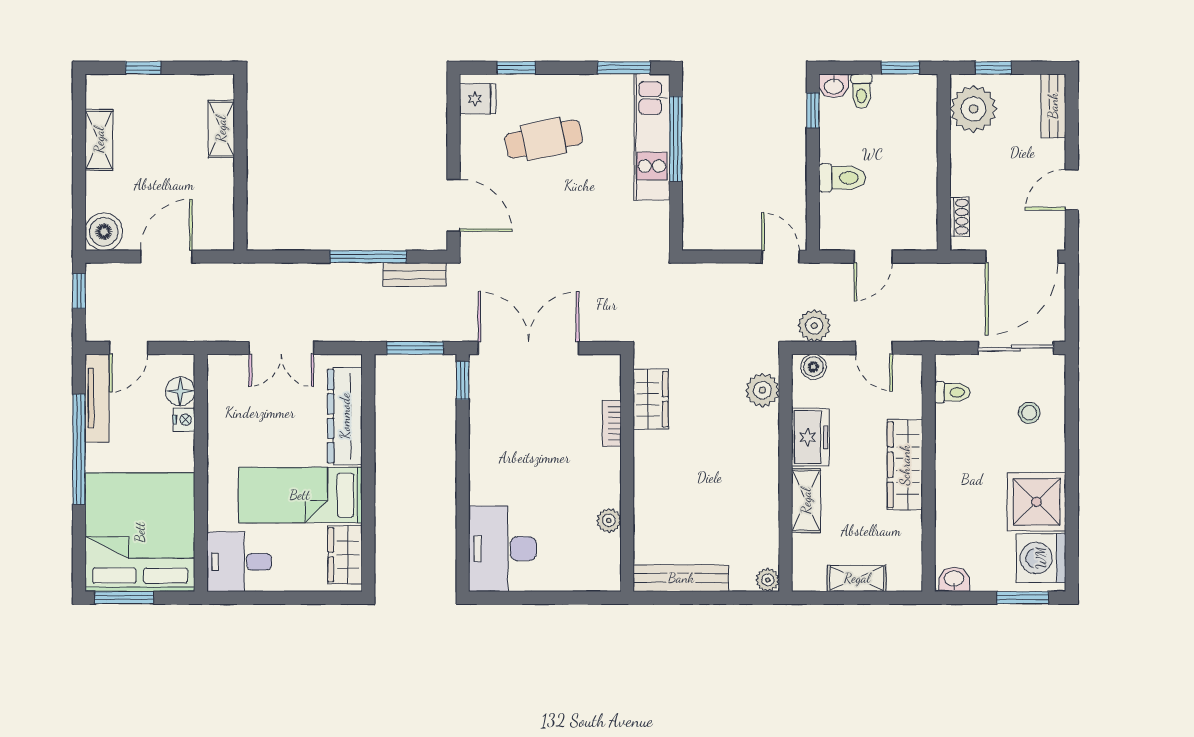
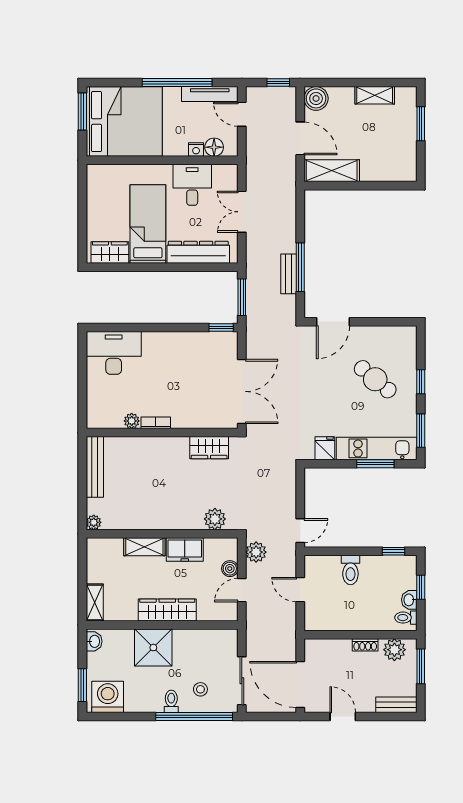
window: (143, 68) -> (421, 124), width x1.50
window: (516, 68) -> (421, 382), moved
window: (900, 68) -> (421, 587), moved
window: (993, 68) -> (421, 666), width x1.50
washbasin: (834, 86) -> (409, 600), moved
toilet: (861, 91) -> (406, 618), moved
fridge: (478, 99) -> (325, 448), moved, turned 180
plant: (973, 109) -> (394, 650), width x0.73, depth x0.73
shelving: (221, 129) -> (332, 171), moved, width x1.50, depth x1.33
cafe table: (544, 139) -> (375, 379), turned -38
window: (676, 139) -> (375, 464), width x0.69
shoe rack: (960, 217) -> (365, 645), moved
bench: (415, 275) -> (289, 274), moved
double door: (528, 348) -> (242, 391), moved
boiler: (813, 367) -> (230, 569), moved
toilet: (952, 392) -> (171, 701), moved, turned 180
bookcase: (612, 423) -> (156, 423), moved
window: (1072, 423) -> (194, 716), added
shower: (1036, 502) -> (153, 648), moved
desk: (239, 562) -> (192, 185), moved
shelving: (857, 578) -> (95, 603), moved

